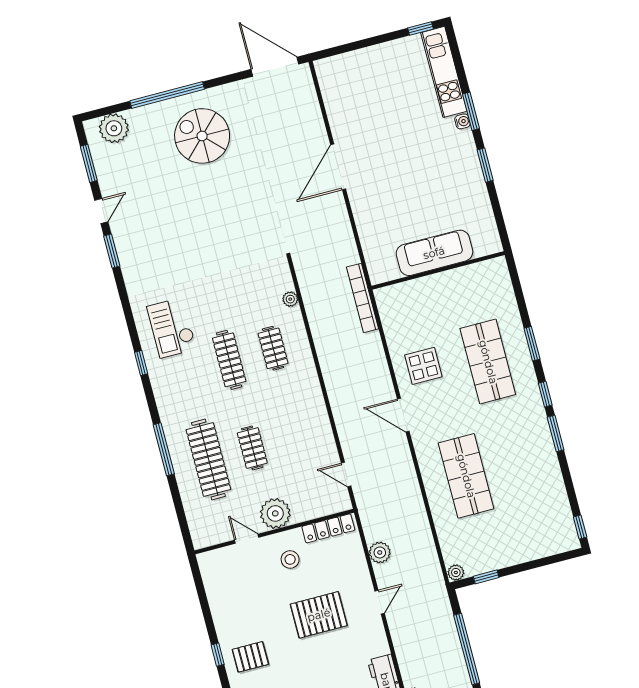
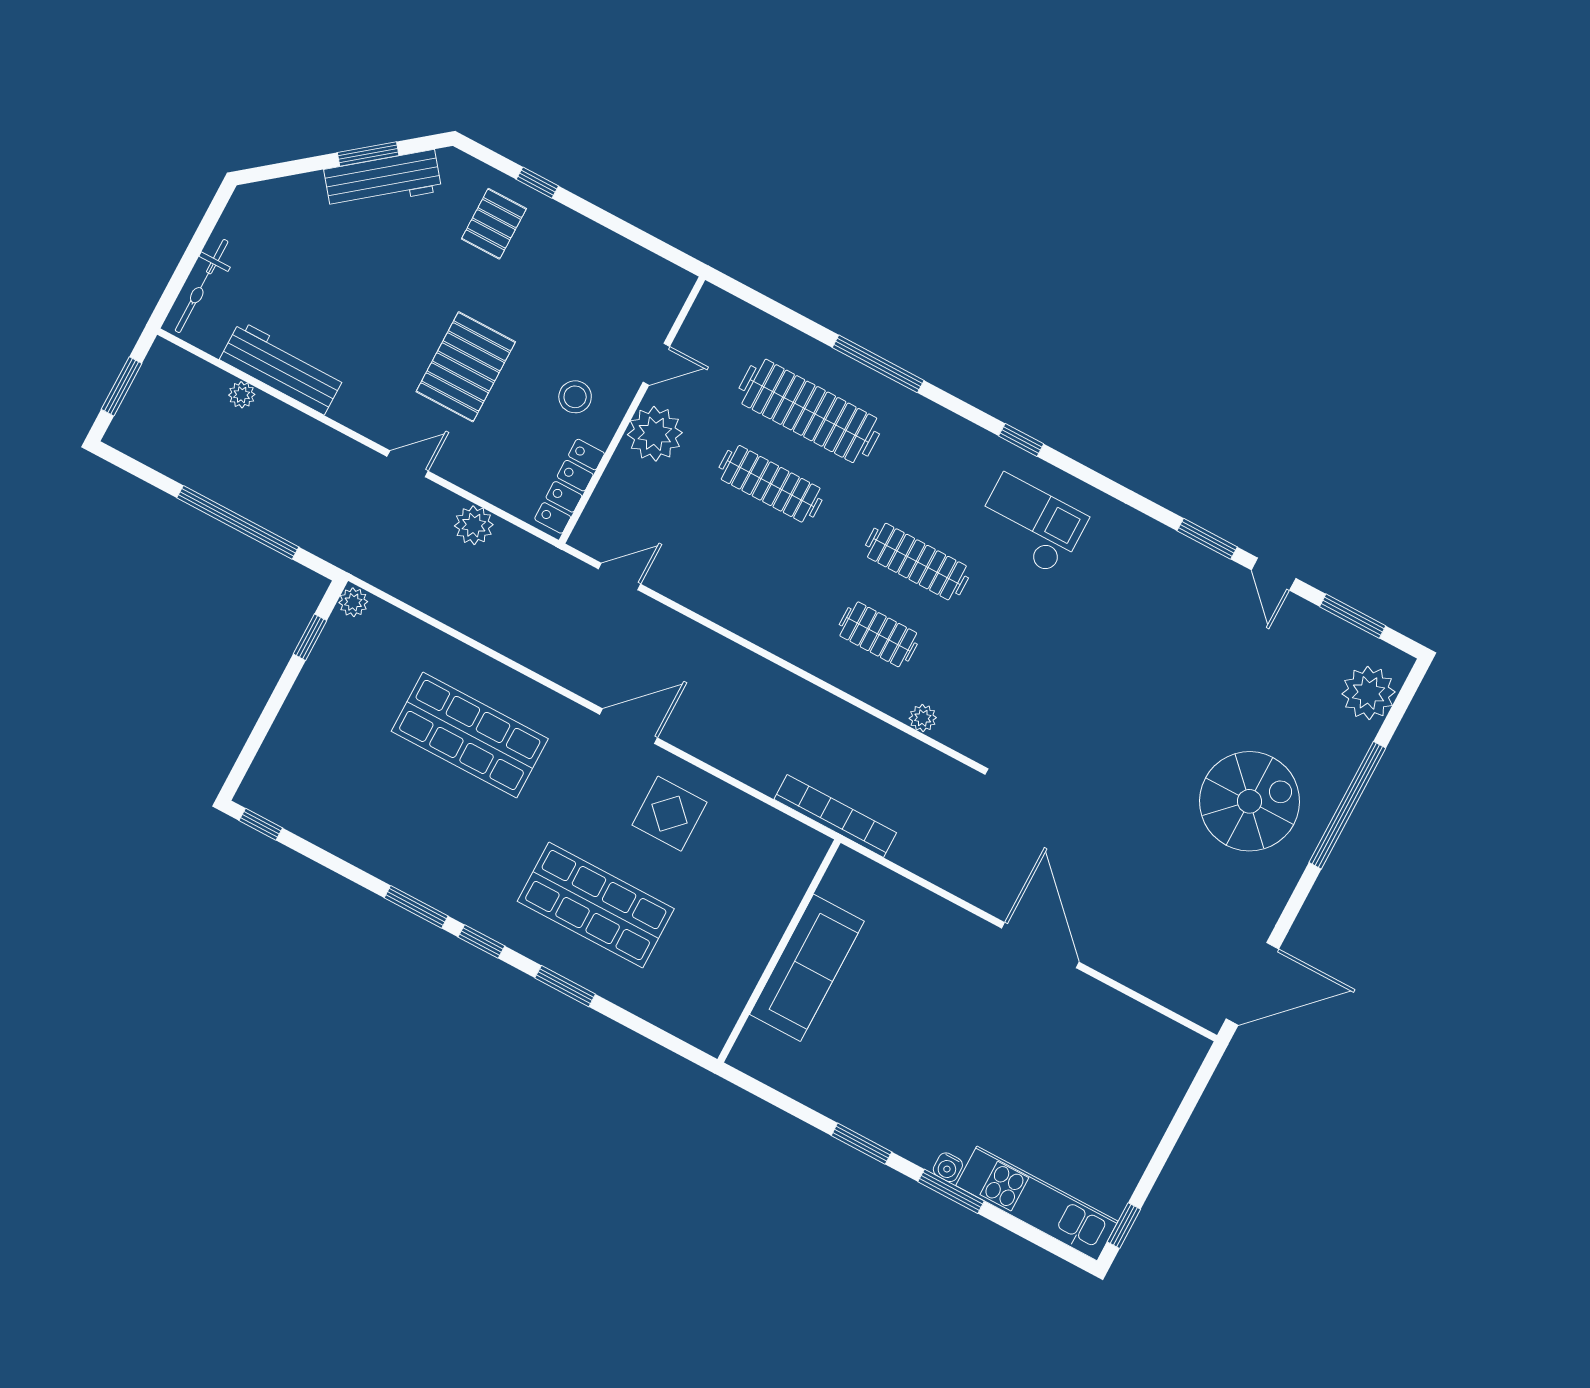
clothes rail: (252, 448) -> (771, 484), width x1.36
door: (380, 602) -> (408, 464), swing flipped

